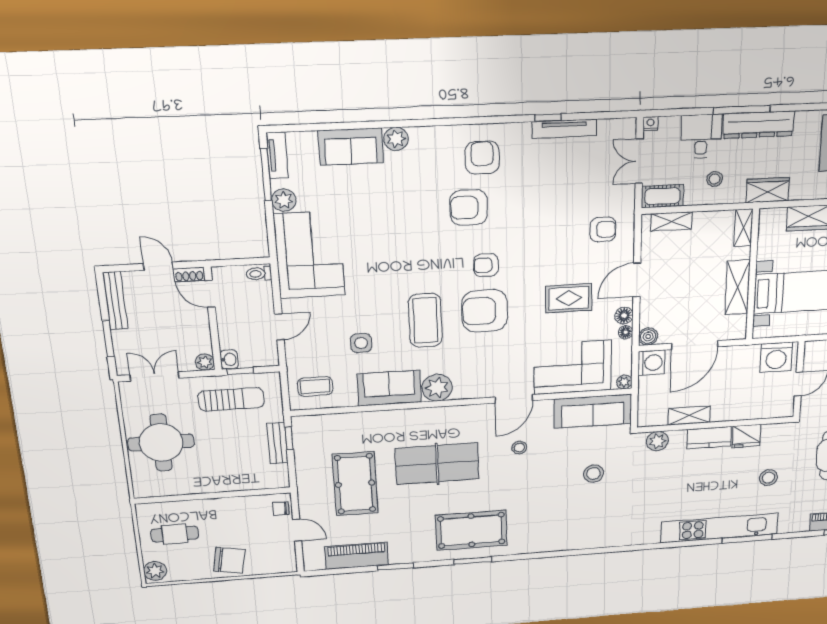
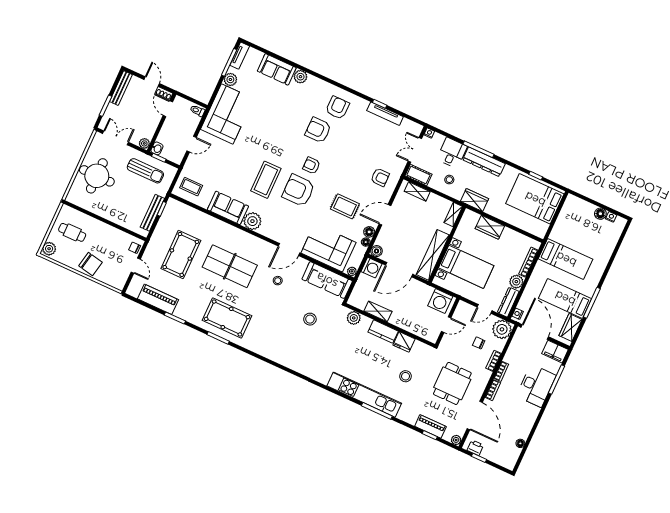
shelving: (738, 287) -> (433, 255), width x1.47
side table: (361, 343) -> (227, 175), removed
bench: (277, 443) -> (152, 213), width x1.36

